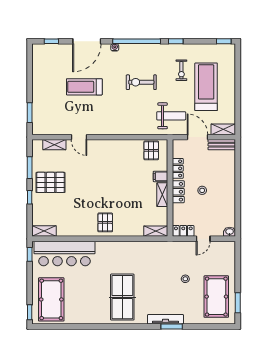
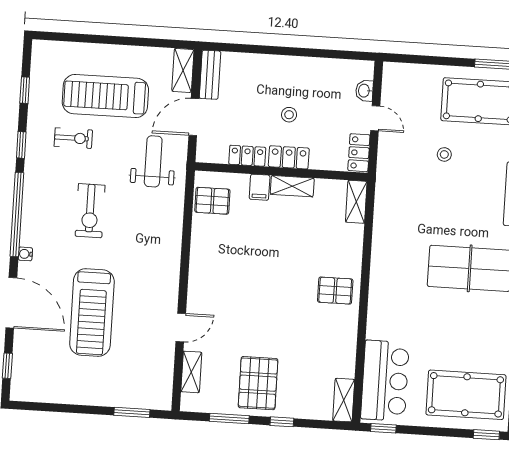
window: (224, 41) -> (25, 90), moved
treadmill: (84, 87) -> (92, 312), width x1.37, depth x1.38
washbasin: (230, 232) -> (364, 91), moved
bar counter: (64, 254) -> (385, 381), width x0.73

